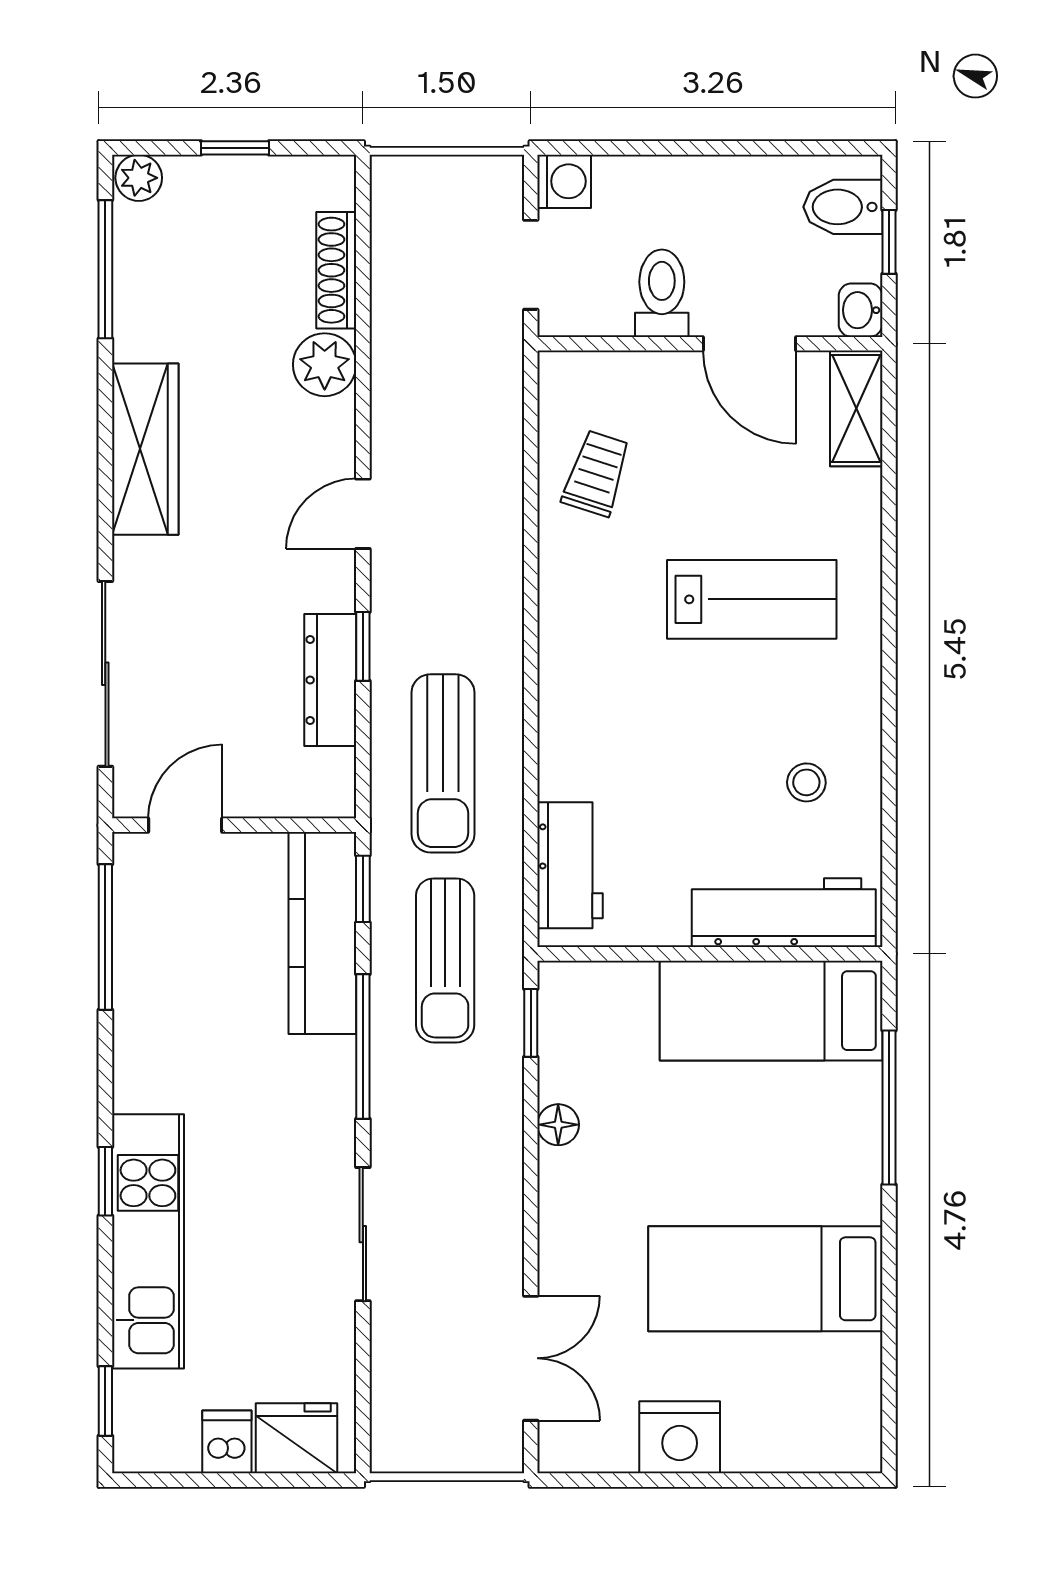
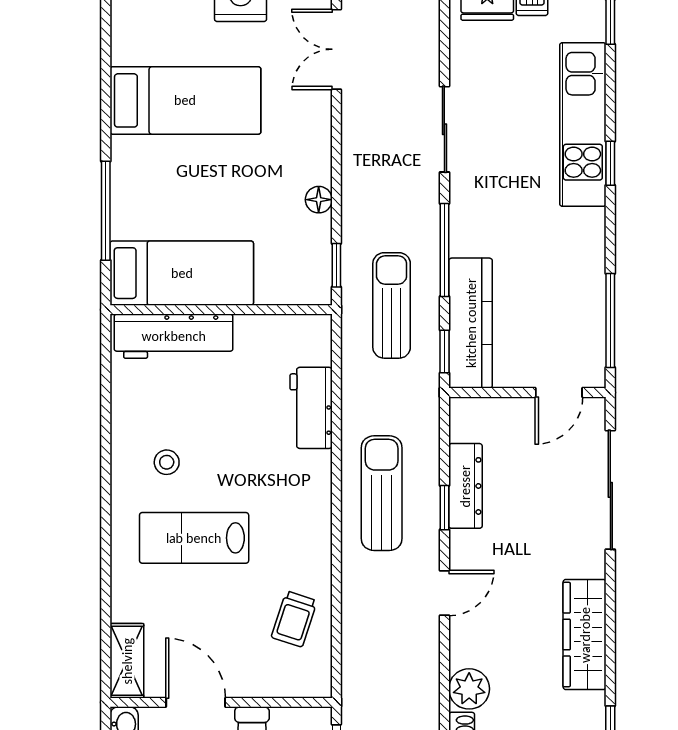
sun lounger: (443, 763) -> (382, 493), moved
stool: (806, 782) -> (167, 462), moved
workbench: (570, 865) -> (311, 408), moved

